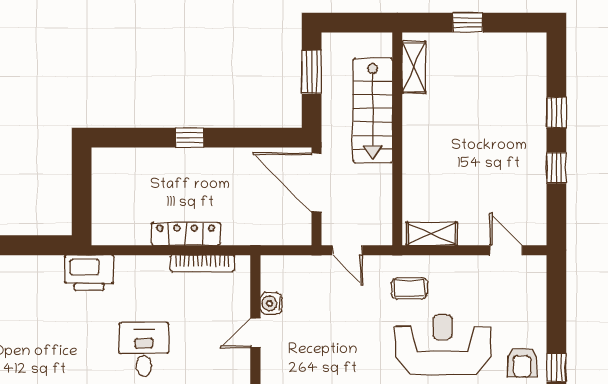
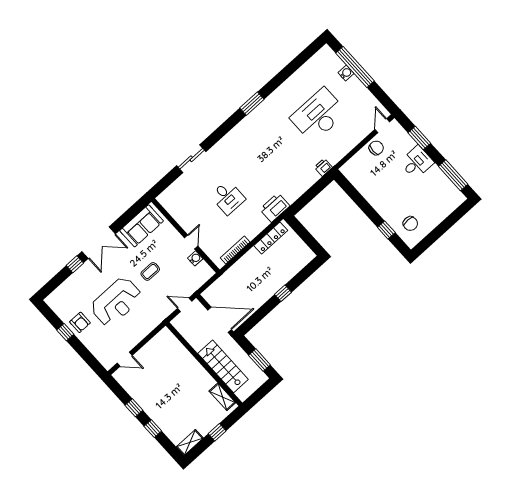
locker: (186, 234) -> (271, 238), moved
shelving: (432, 234) -> (190, 442), moved
coffee table: (409, 288) -> (150, 271), moved
armchair: (522, 362) -> (80, 322), turned 180

